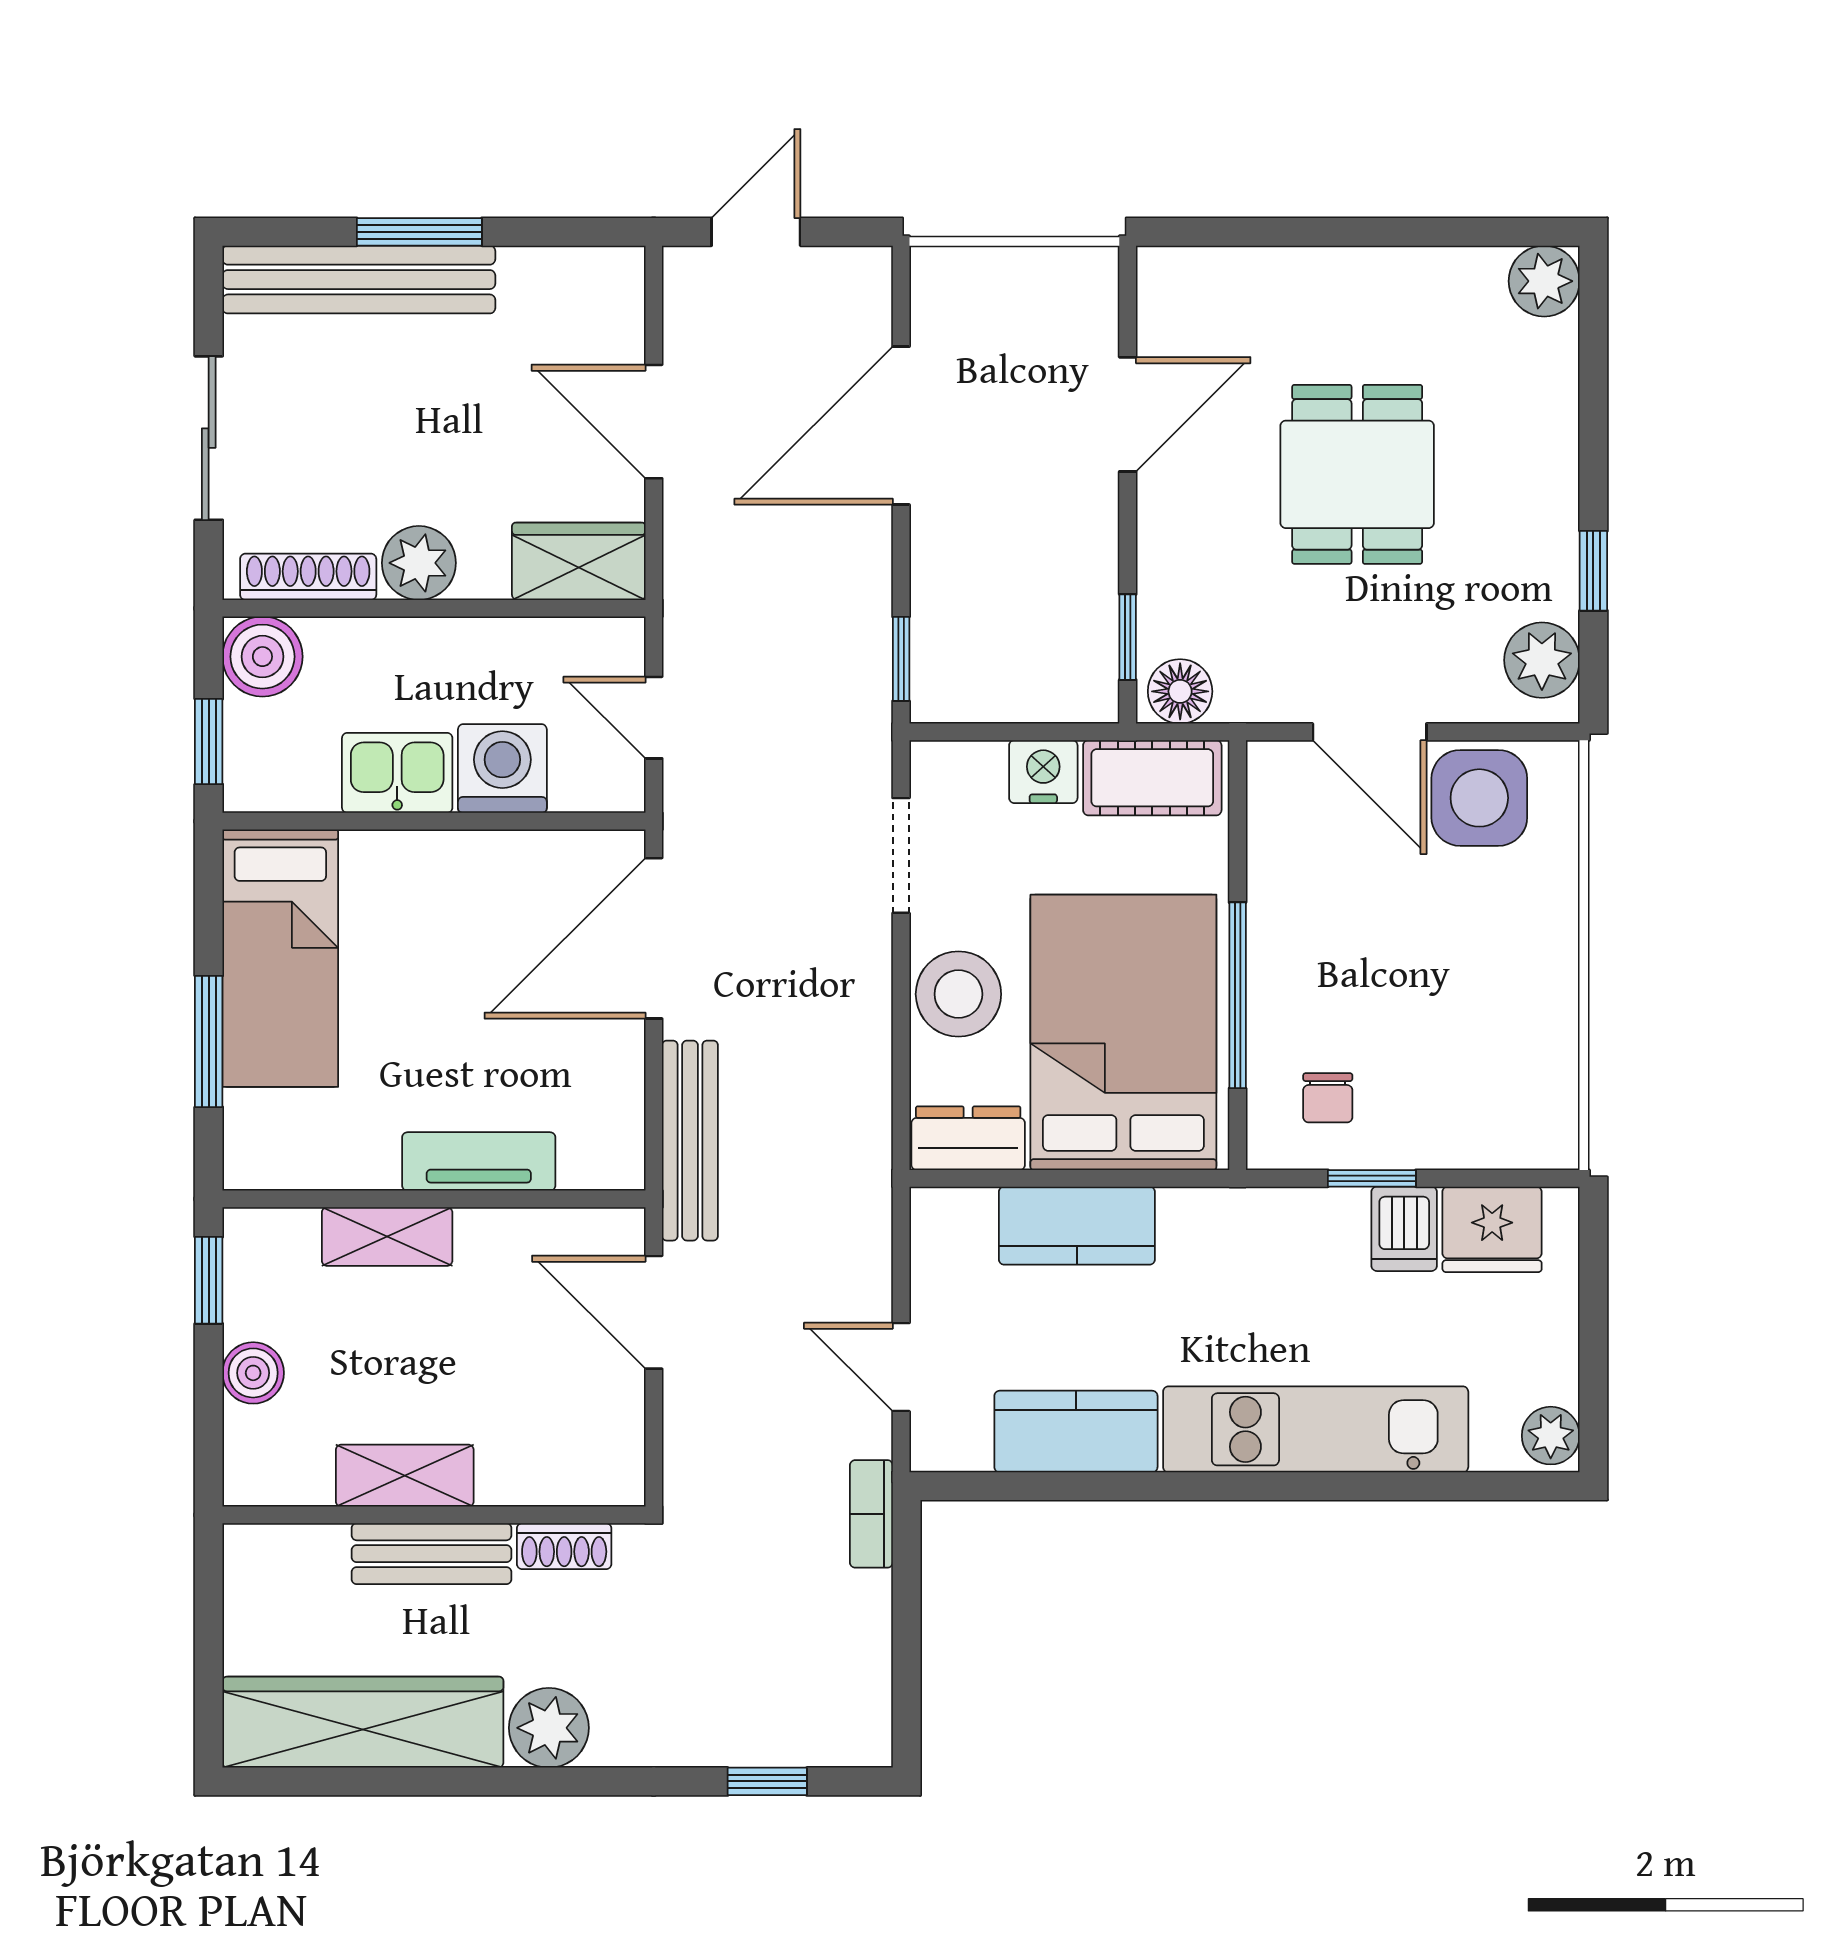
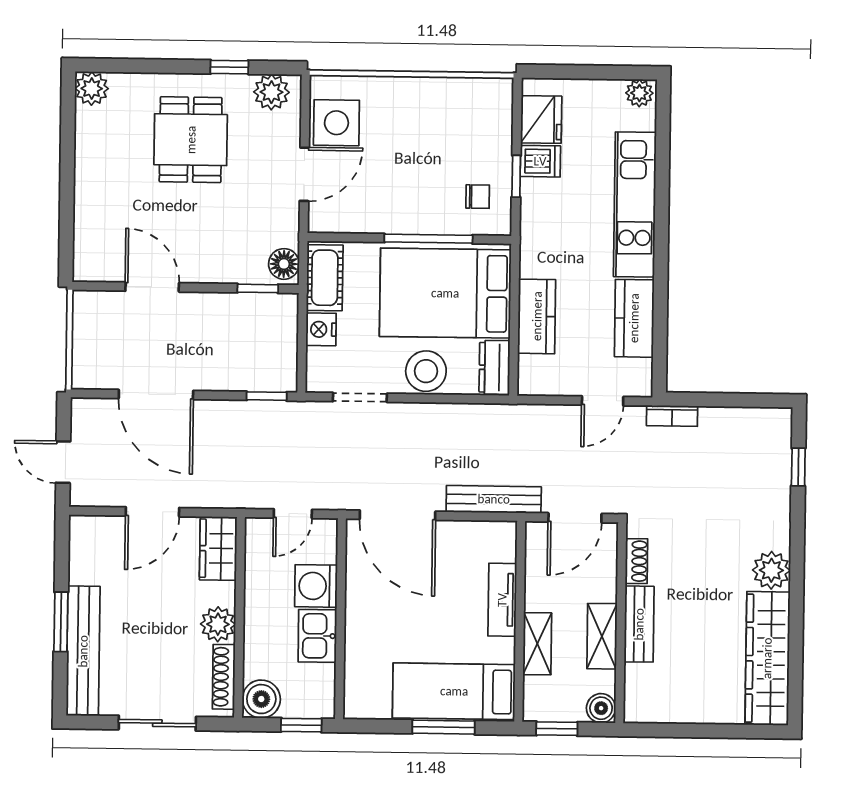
dining table: (1357, 474) -> (191, 140), moved, turned 90
bed: (280, 958) -> (454, 691), moved, turned 180
shelving: (405, 1476) -> (602, 636), moved
wall: (434, 1515) -> (621, 623), moved
shoe rack: (564, 1546) -> (636, 561), moved
bench: (431, 1554) -> (639, 624), moved

